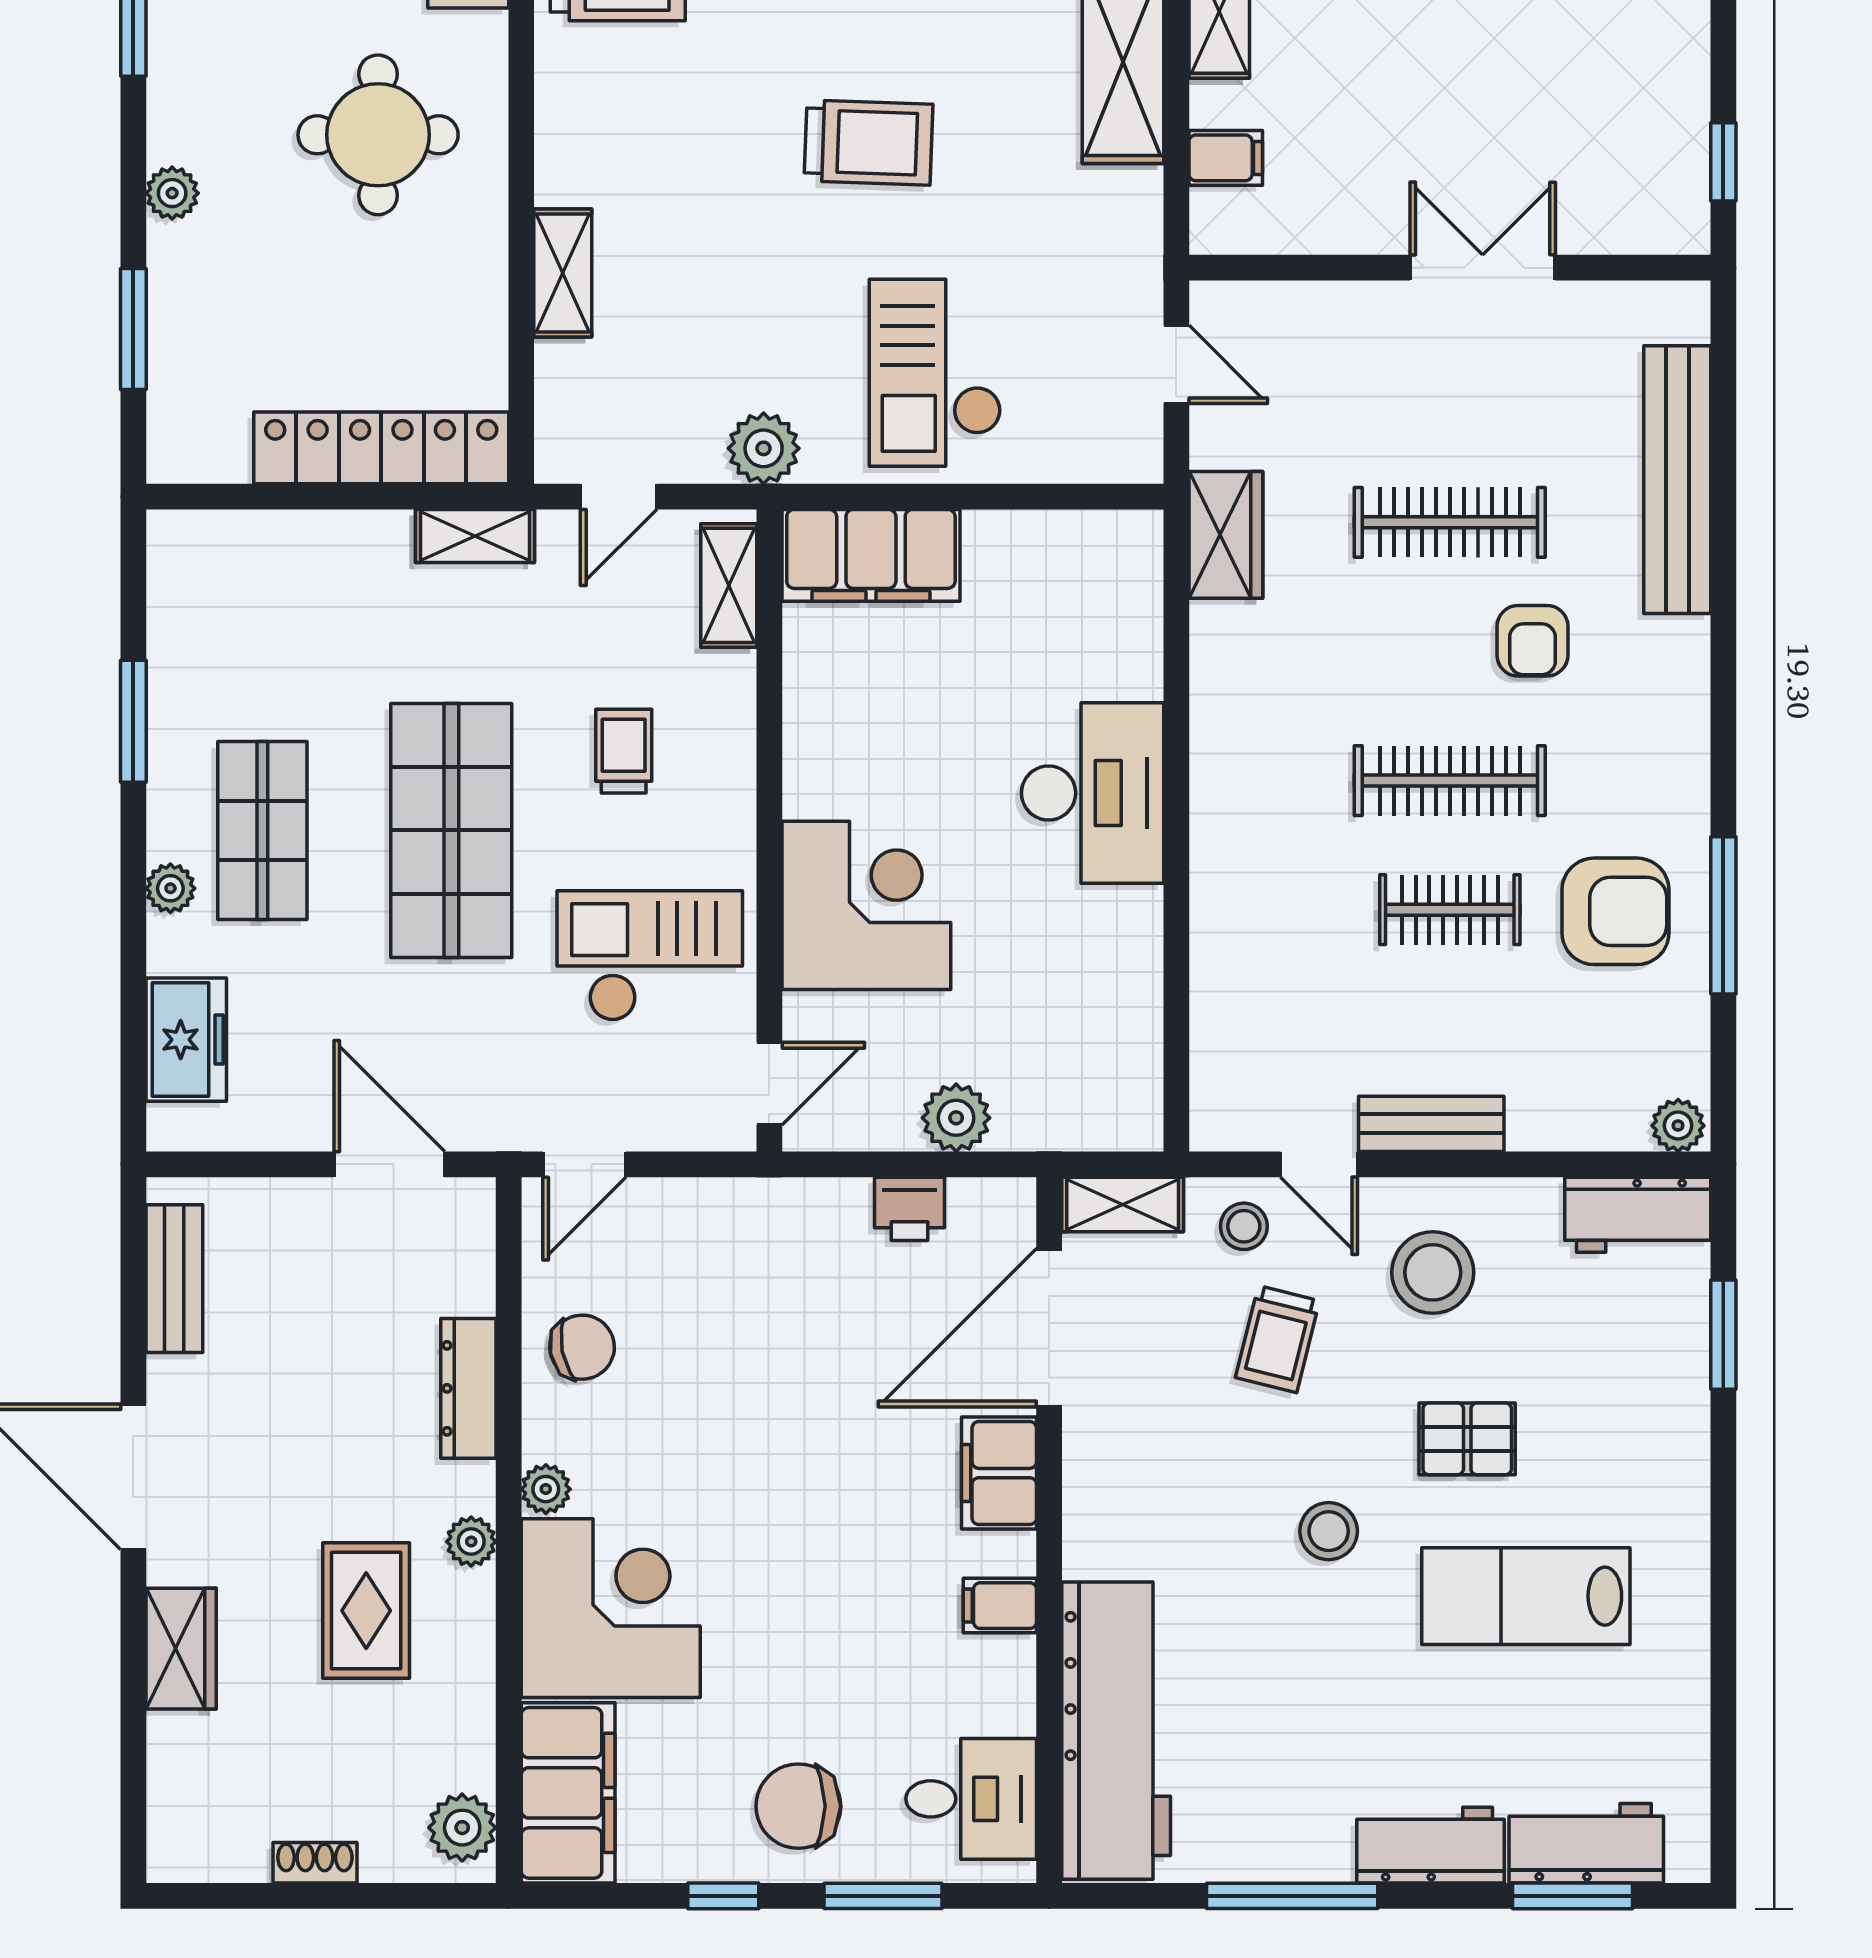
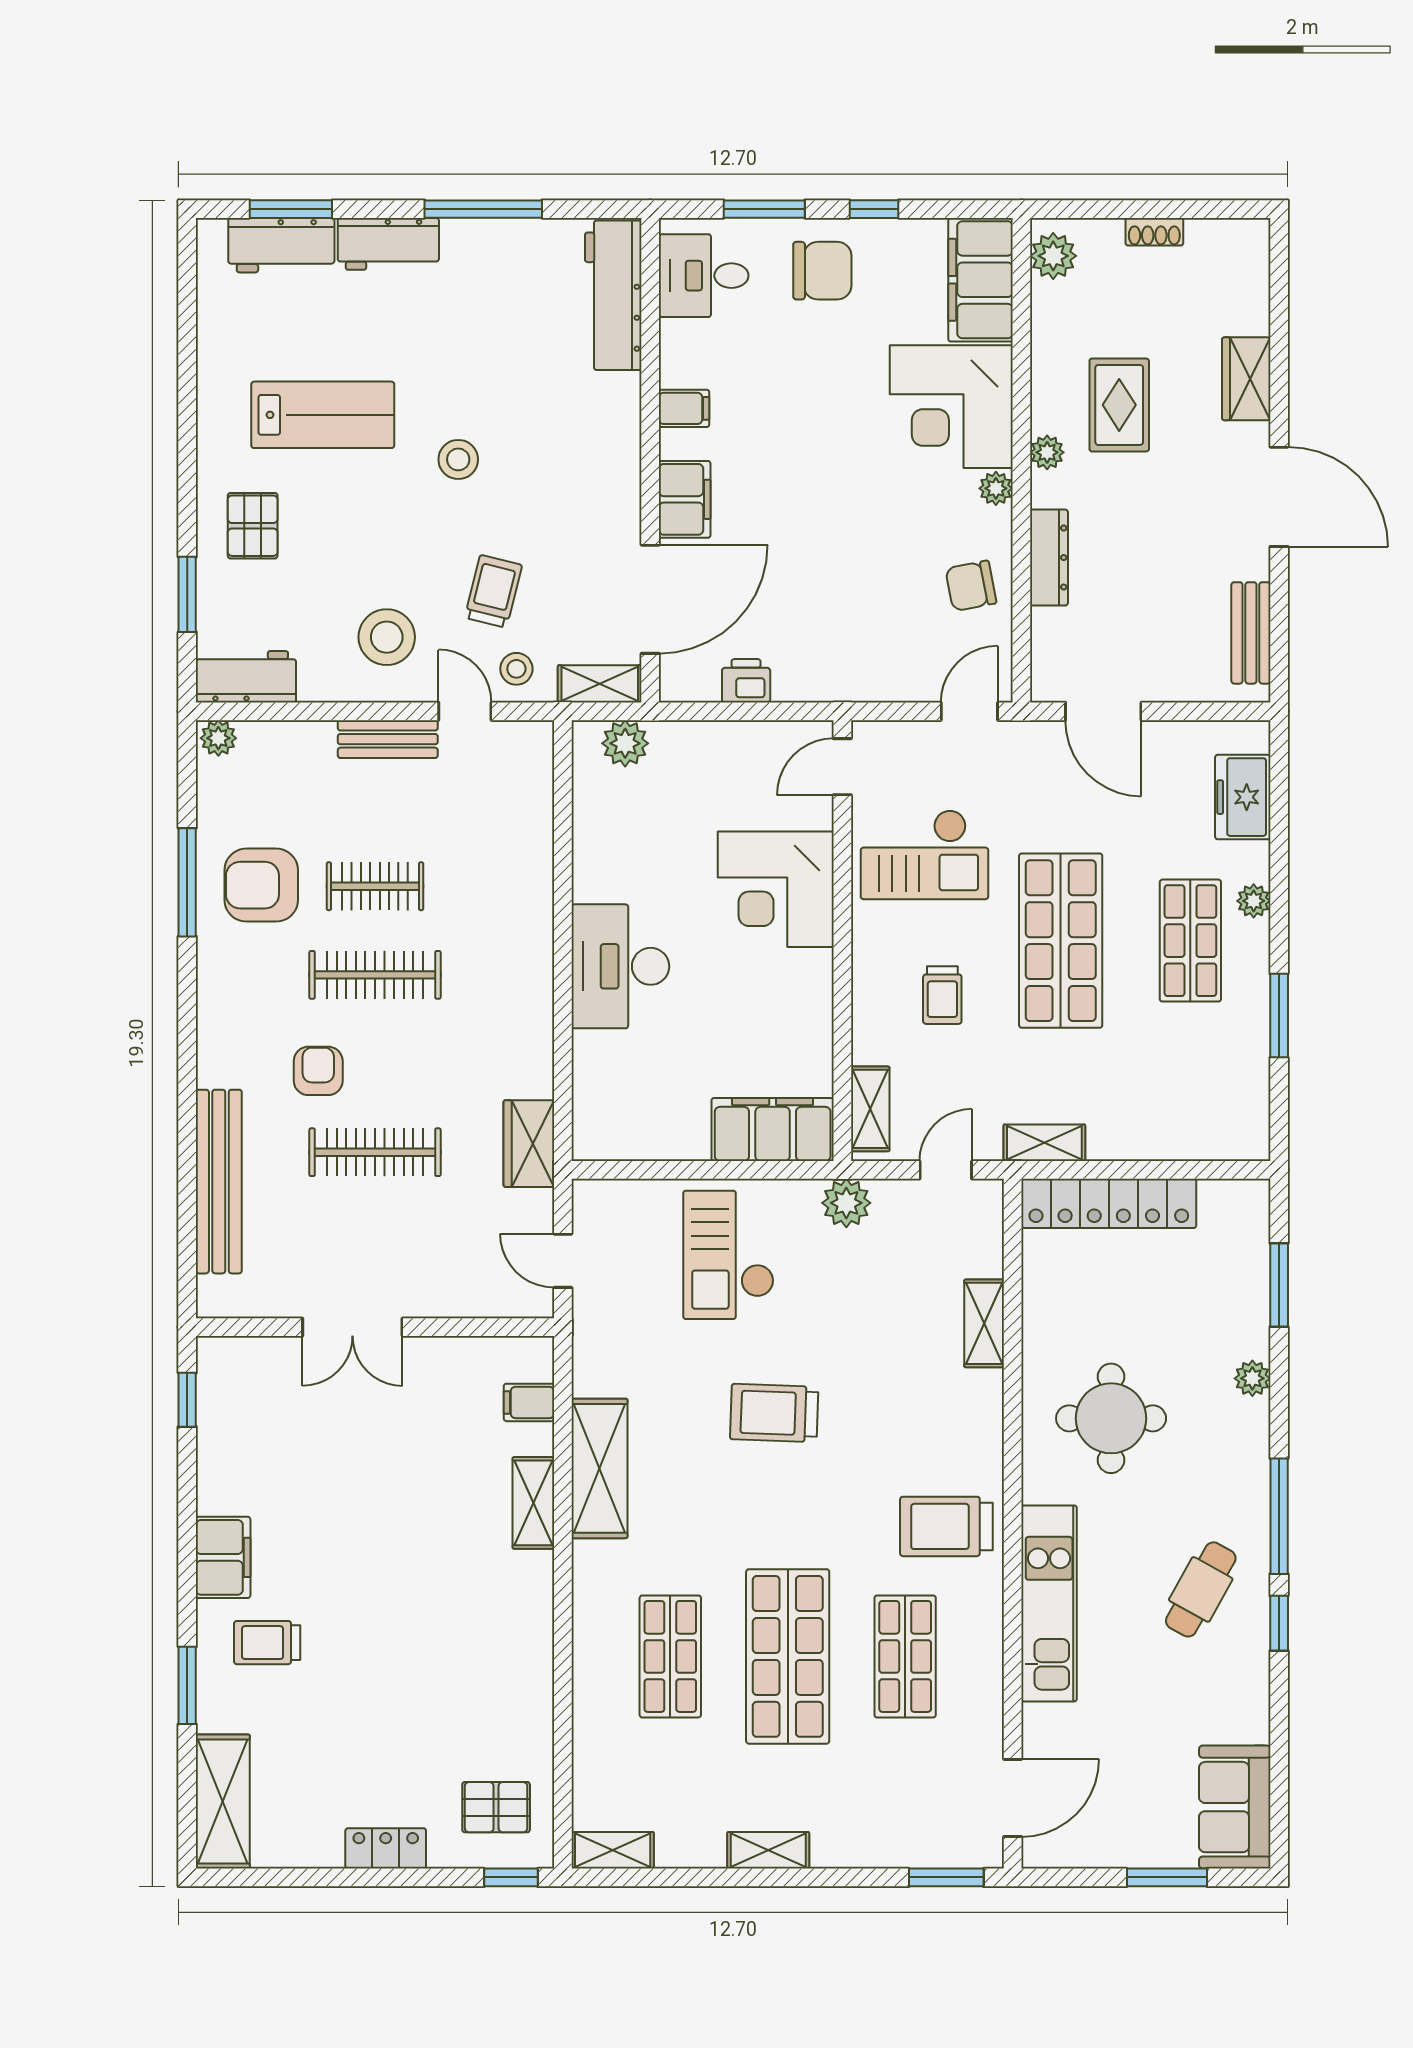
checkout: (935, 373) -> (729, 1255), turned 180
plant: (956, 1118) -> (625, 743), moved
pallet: (1467, 1439) -> (253, 526), moved, turned 90
workbench: (1116, 1731) -> (613, 295), width x0.73, depth x0.76

